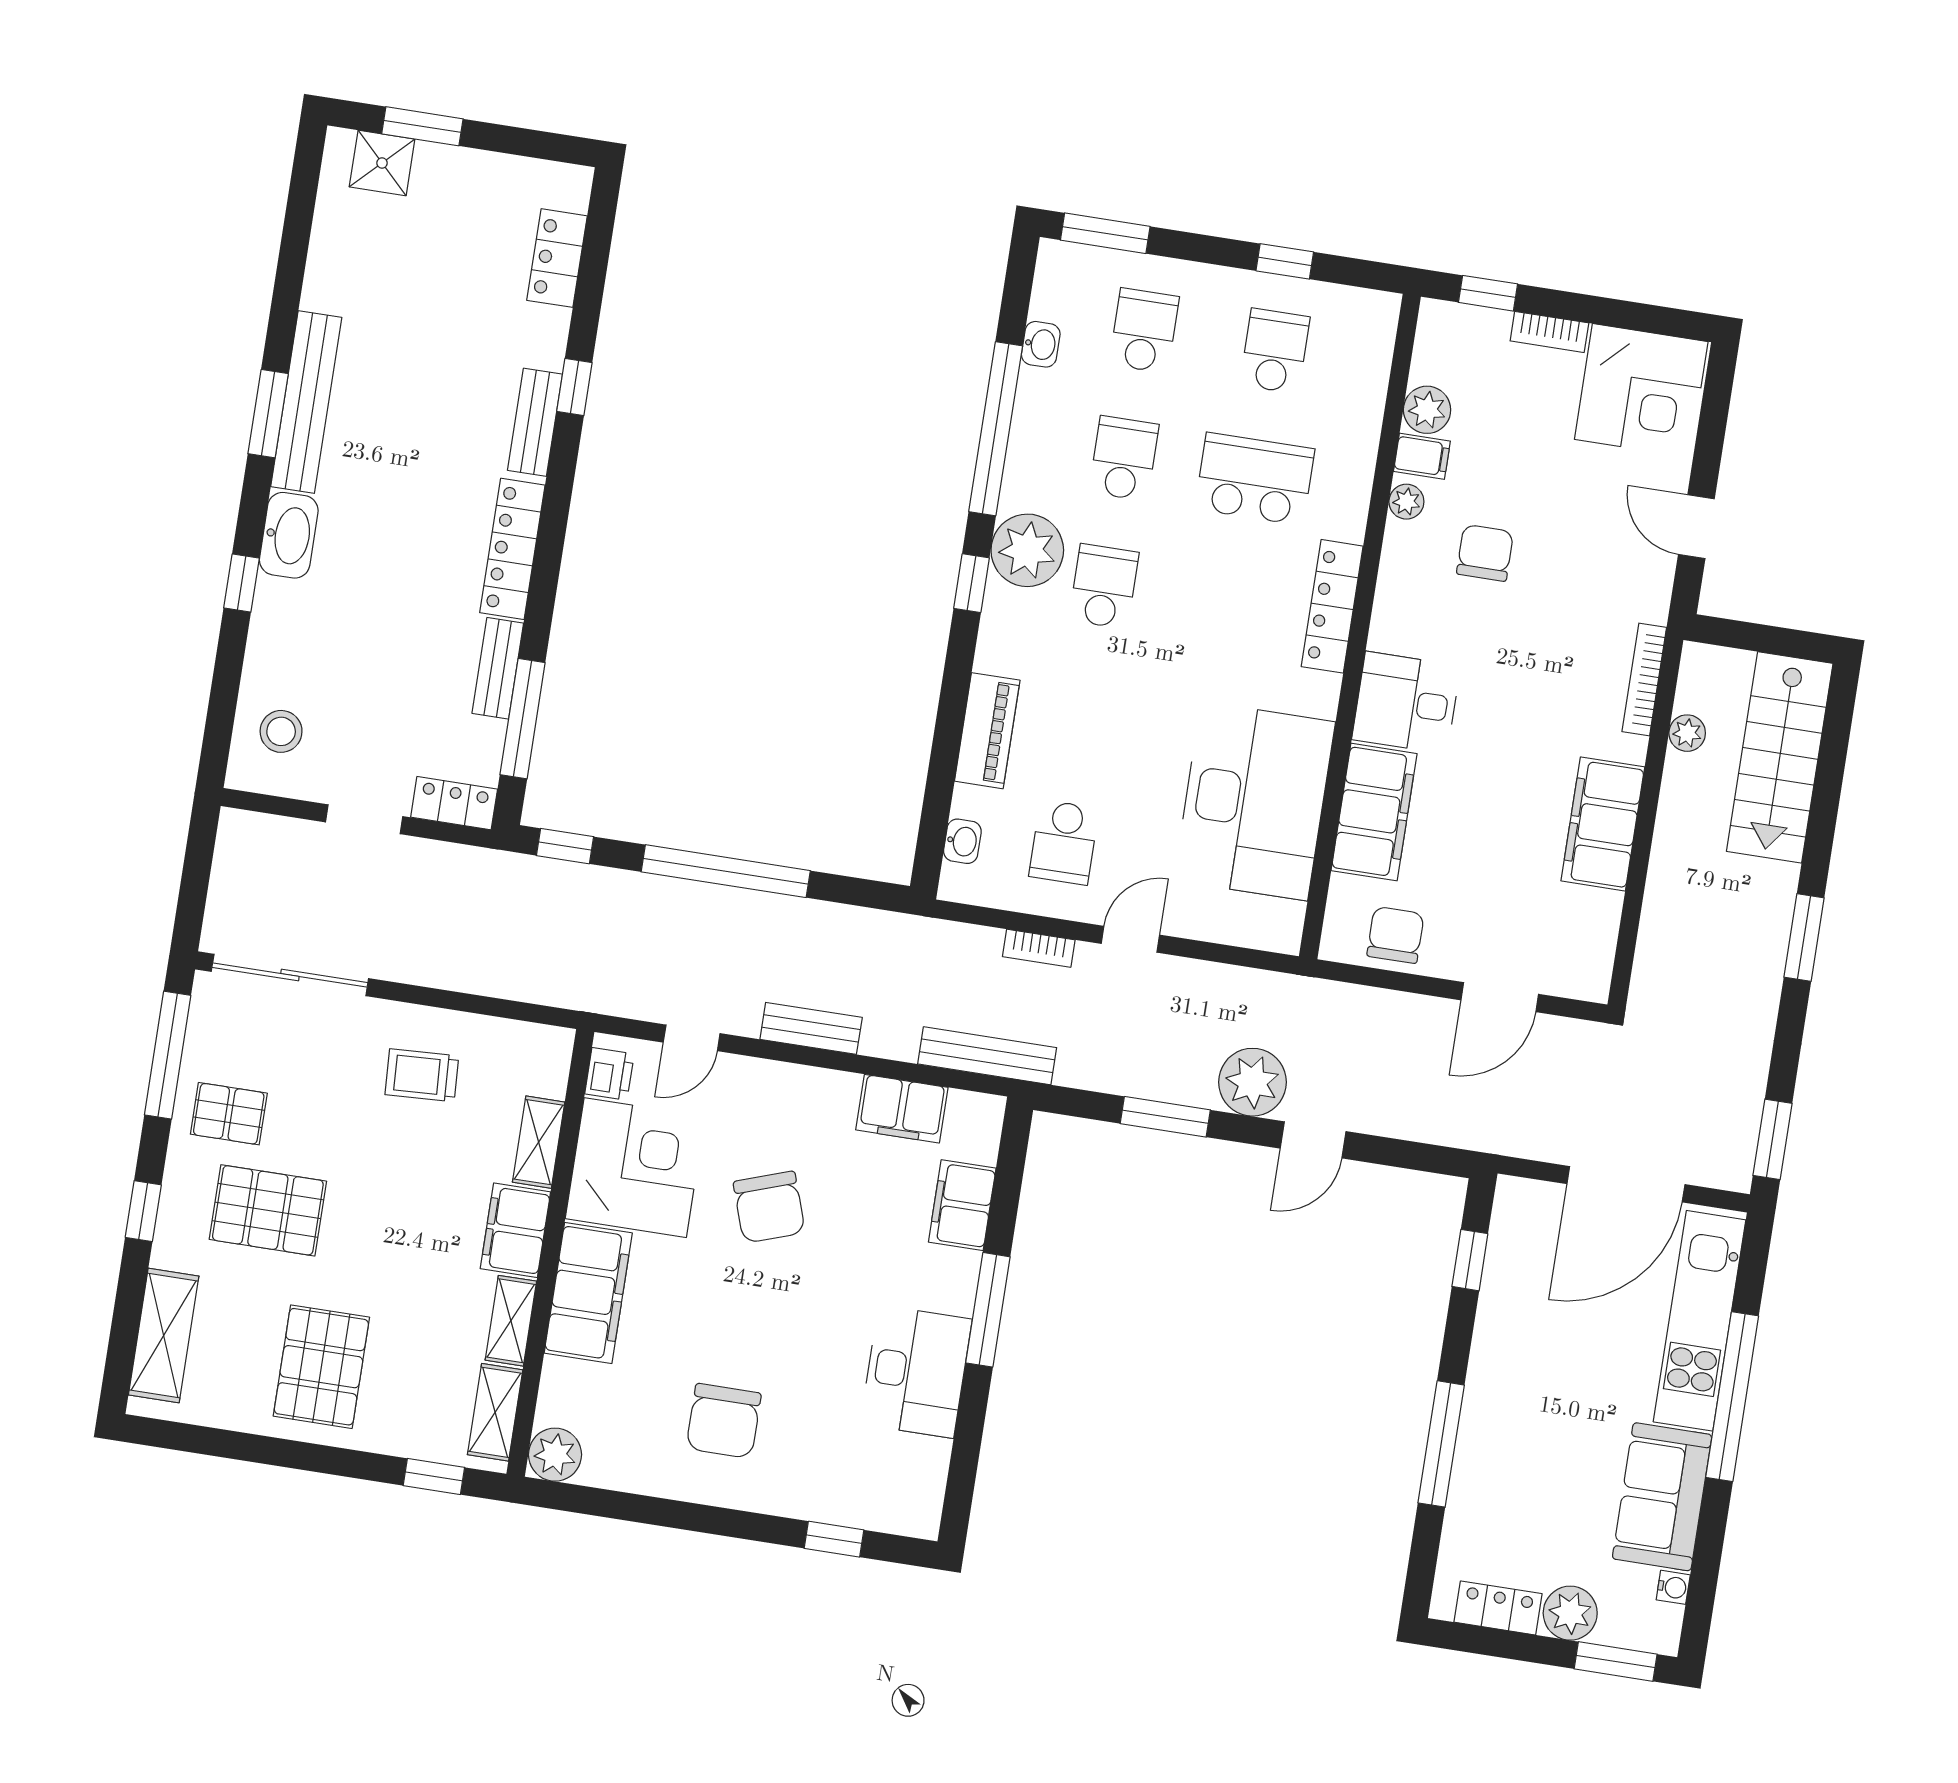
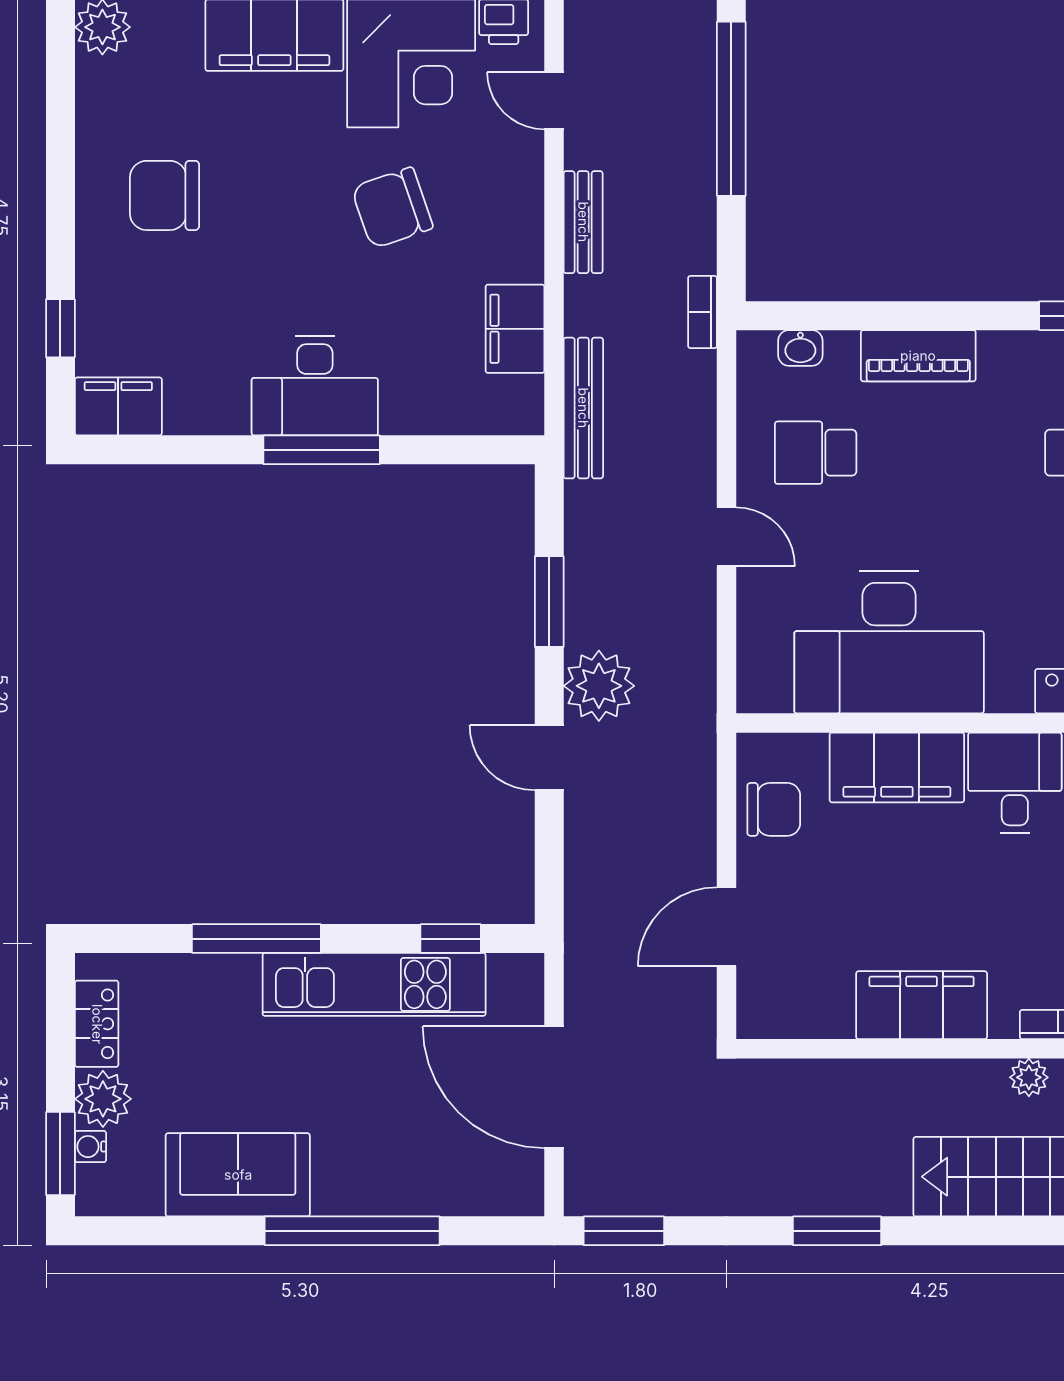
bookcase: (1039, 948) -> (702, 312), moved
door: (1500, 997) -> (727, 927), hinge flipped
filing cabinet: (962, 1205) -> (118, 406), moved
kitchen unit: (1700, 1321) -> (374, 984), moved, turned 180
desk: (916, 1372) -> (315, 386), moved
water cooler: (1673, 1587) -> (90, 1147), moved, turned 90

